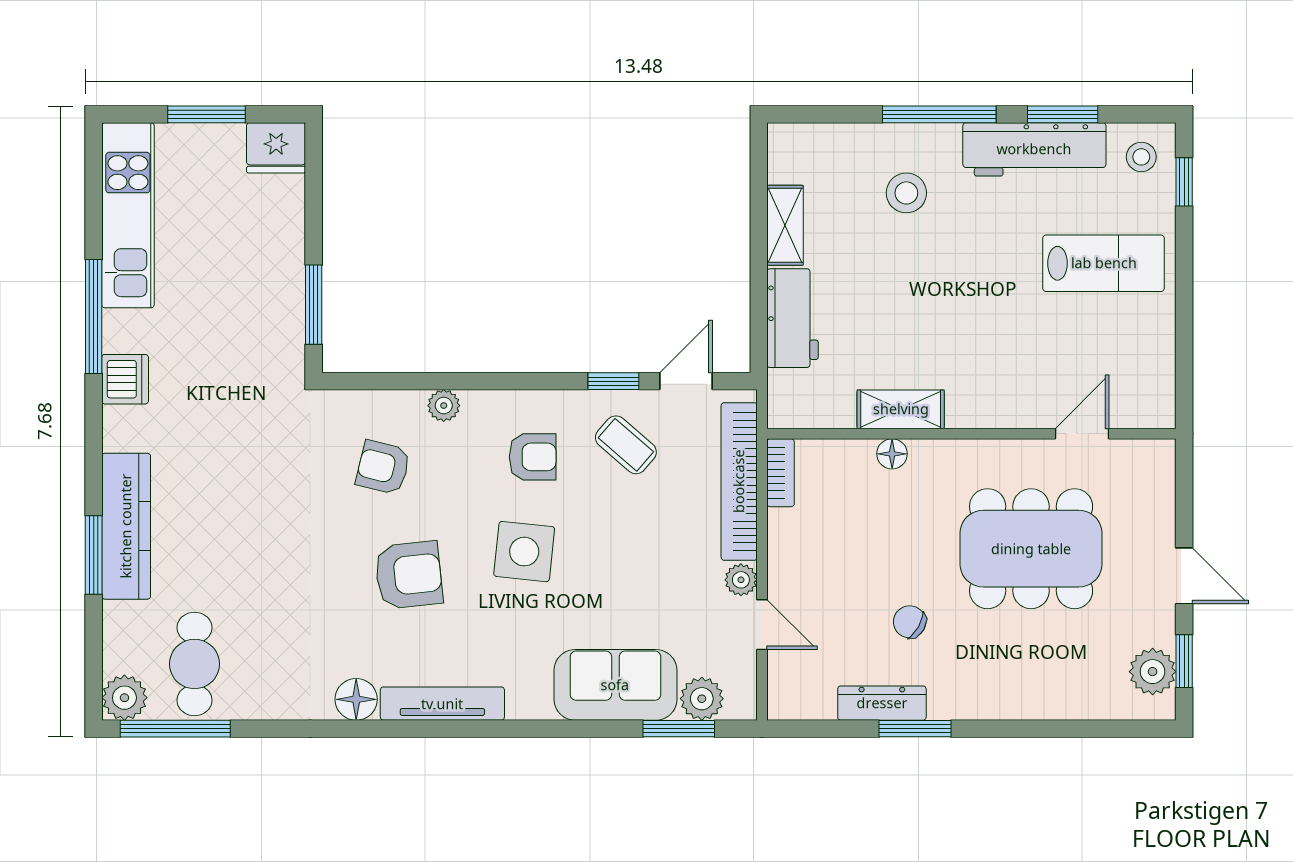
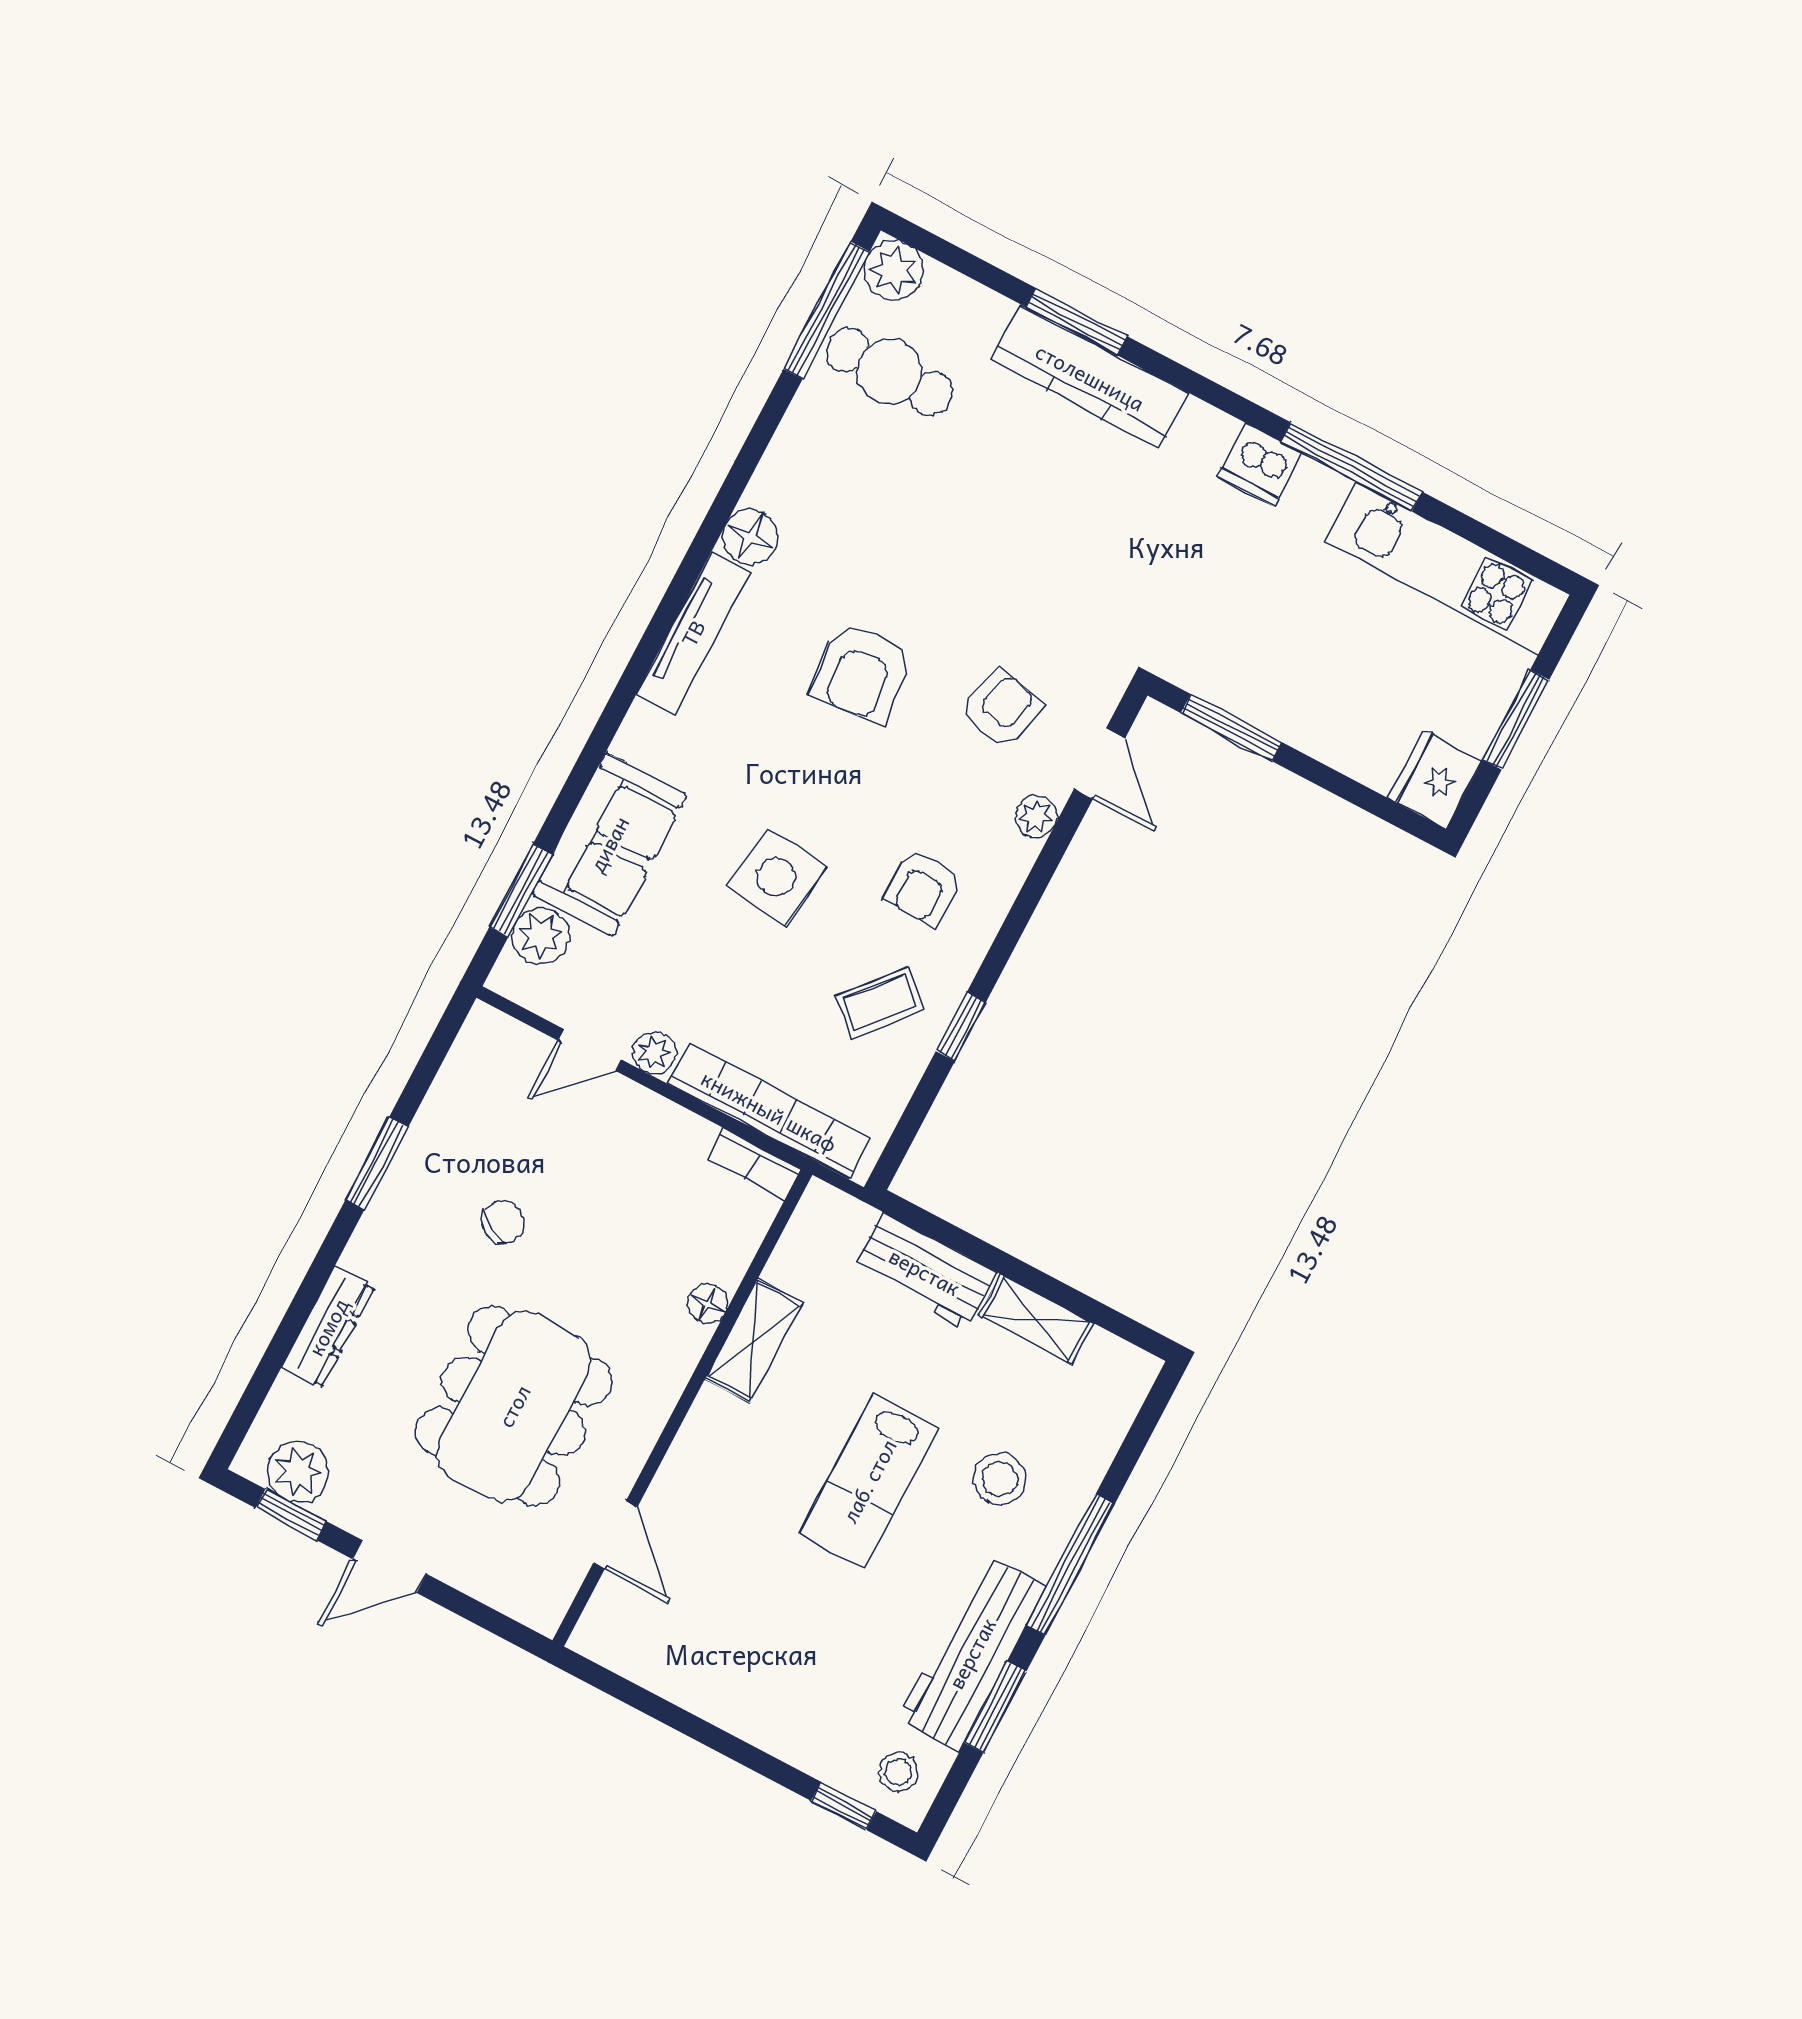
lab bench: (1104, 263) -> (869, 1481), moved
door: (686, 381) -> (1099, 764), moved
side table: (524, 552) -> (776, 877), moved
dresser: (882, 703) -> (328, 1327), moved

